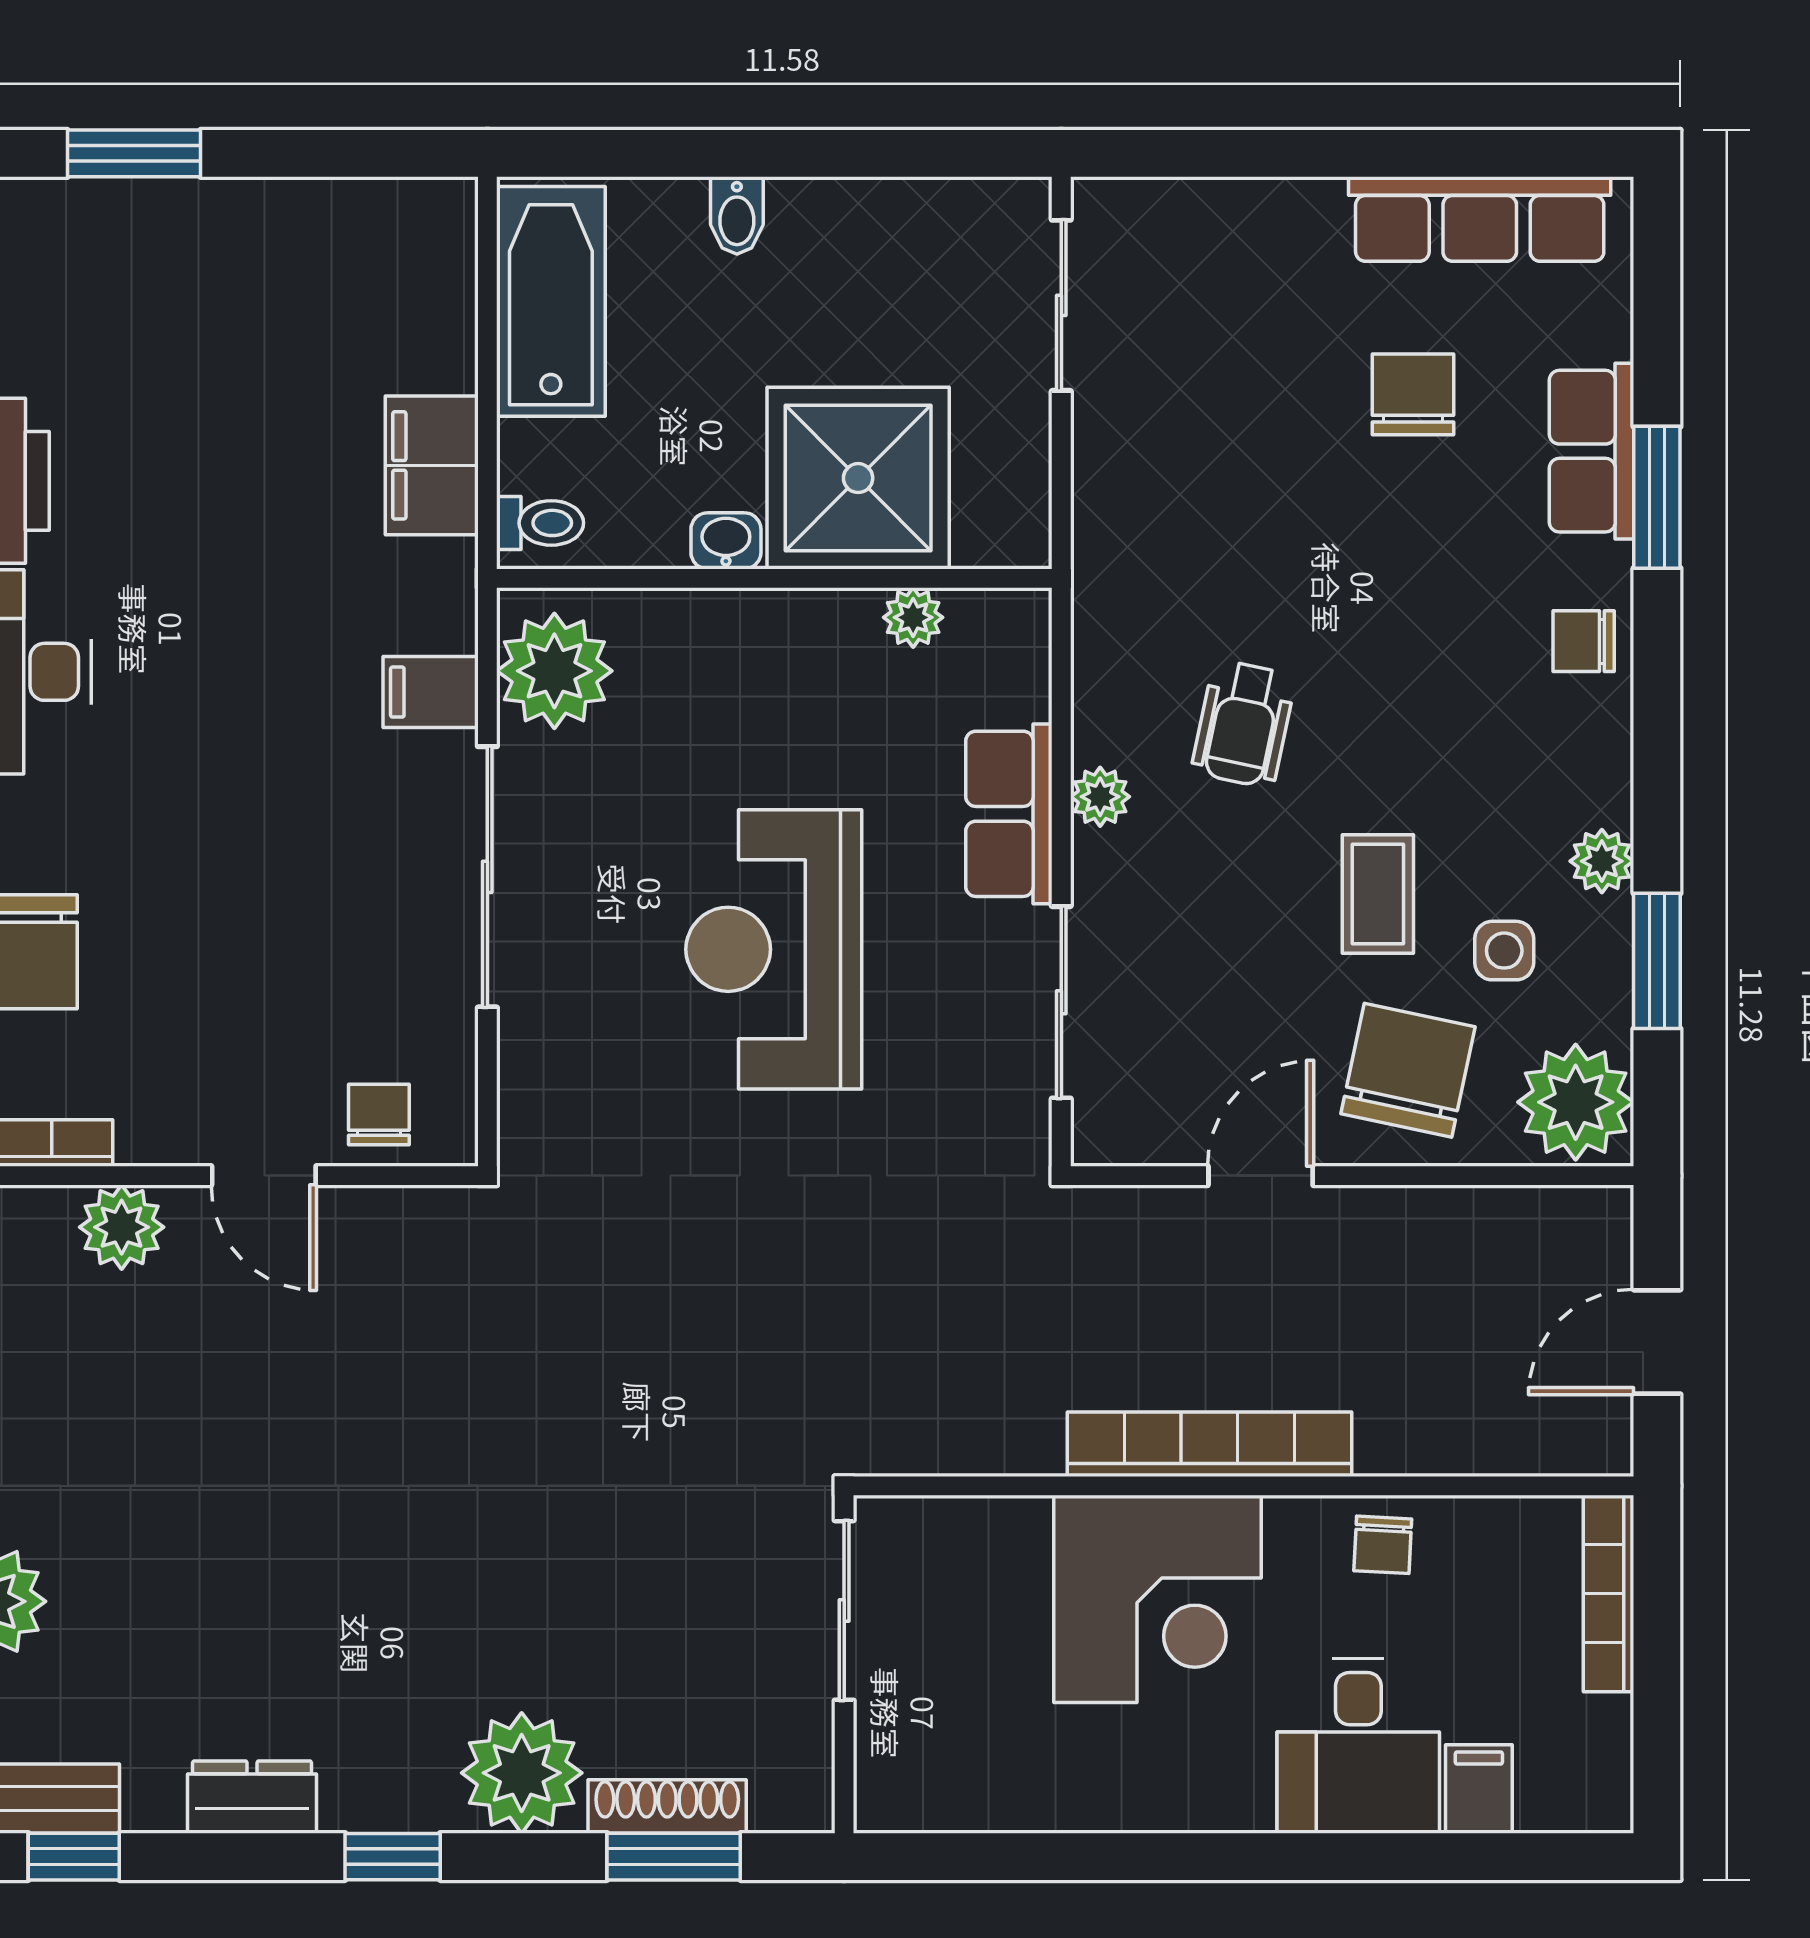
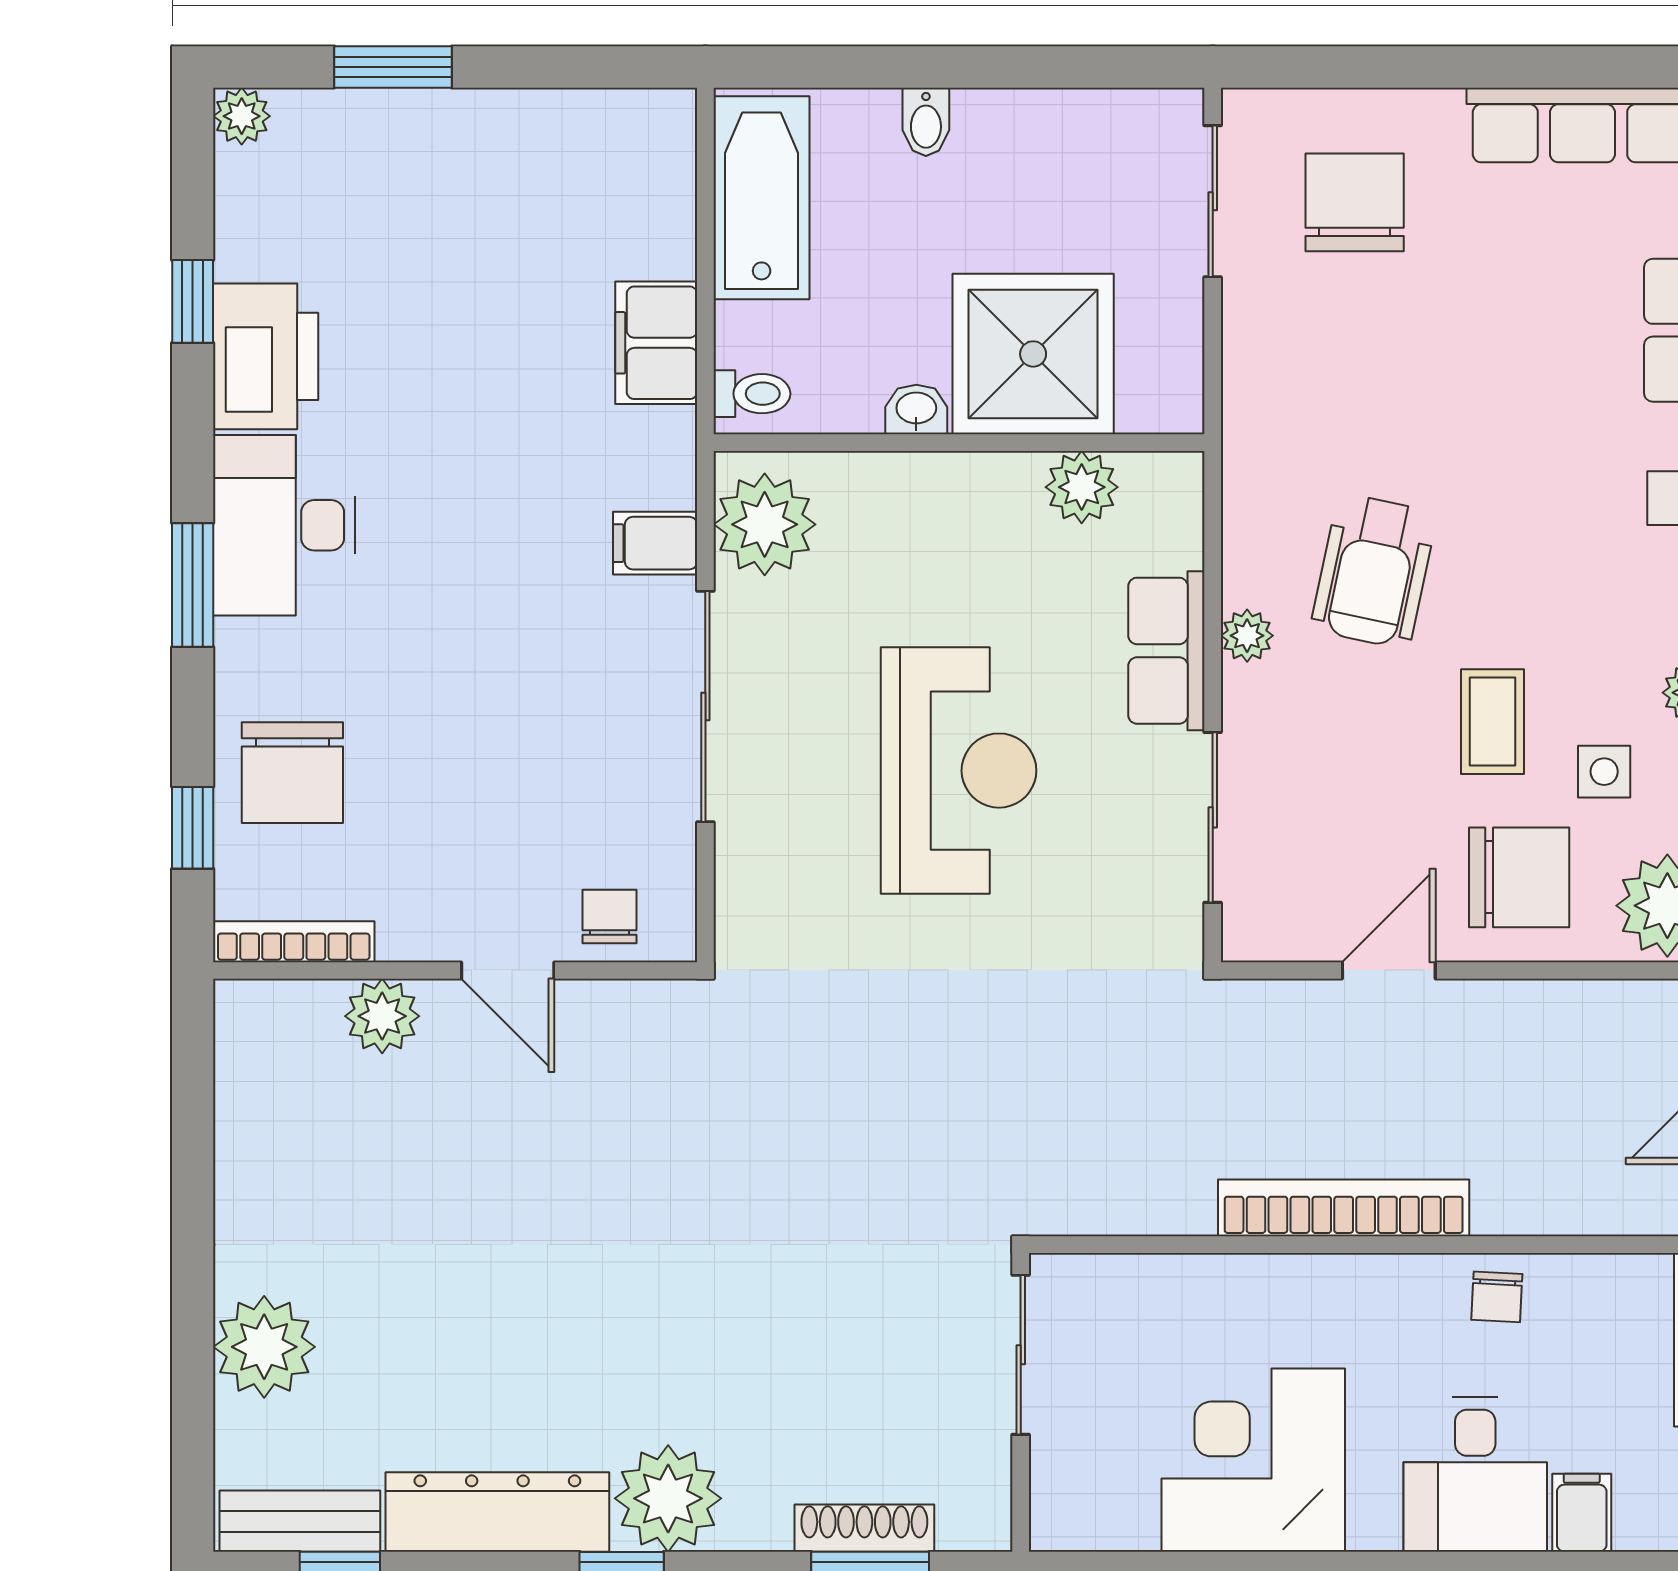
chair: (1413, 394) -> (1355, 202), moved, width x1.37, depth x1.37
plant: (913, 617) -> (1082, 487), width x1.38, depth x1.38
wheelchair: (1244, 724) -> (1374, 571), width x1.36, depth x1.37
reception desk: (774, 949) -> (959, 771), turned 180
chair: (1408, 1070) -> (1519, 877), turned 78
corner desk: (1158, 1599) -> (1253, 1460), moved, turned 180
plant: (522, 1773) -> (668, 1498), moved
dresser: (252, 1797) -> (497, 1512), width x1.96, depth x1.24

